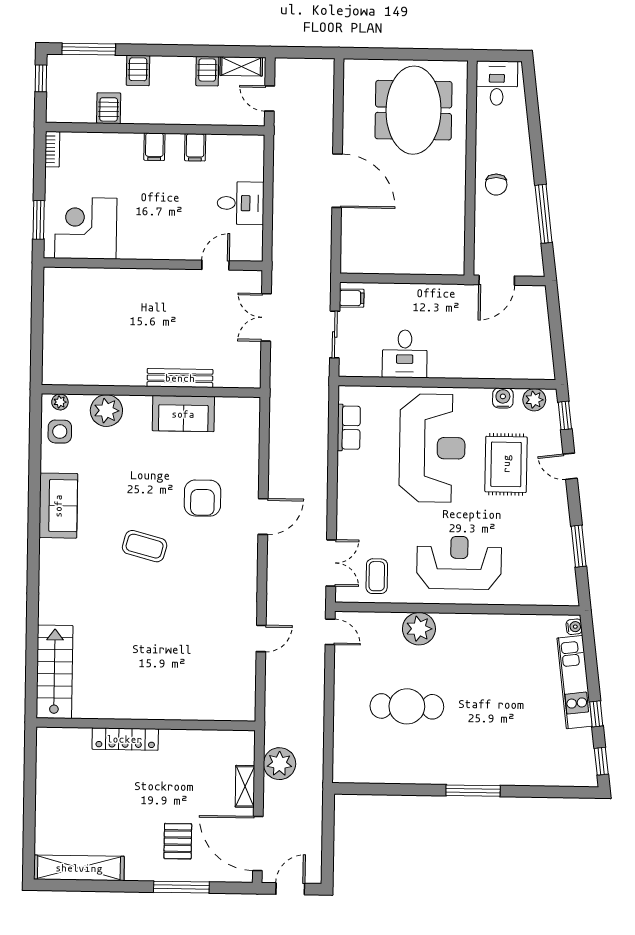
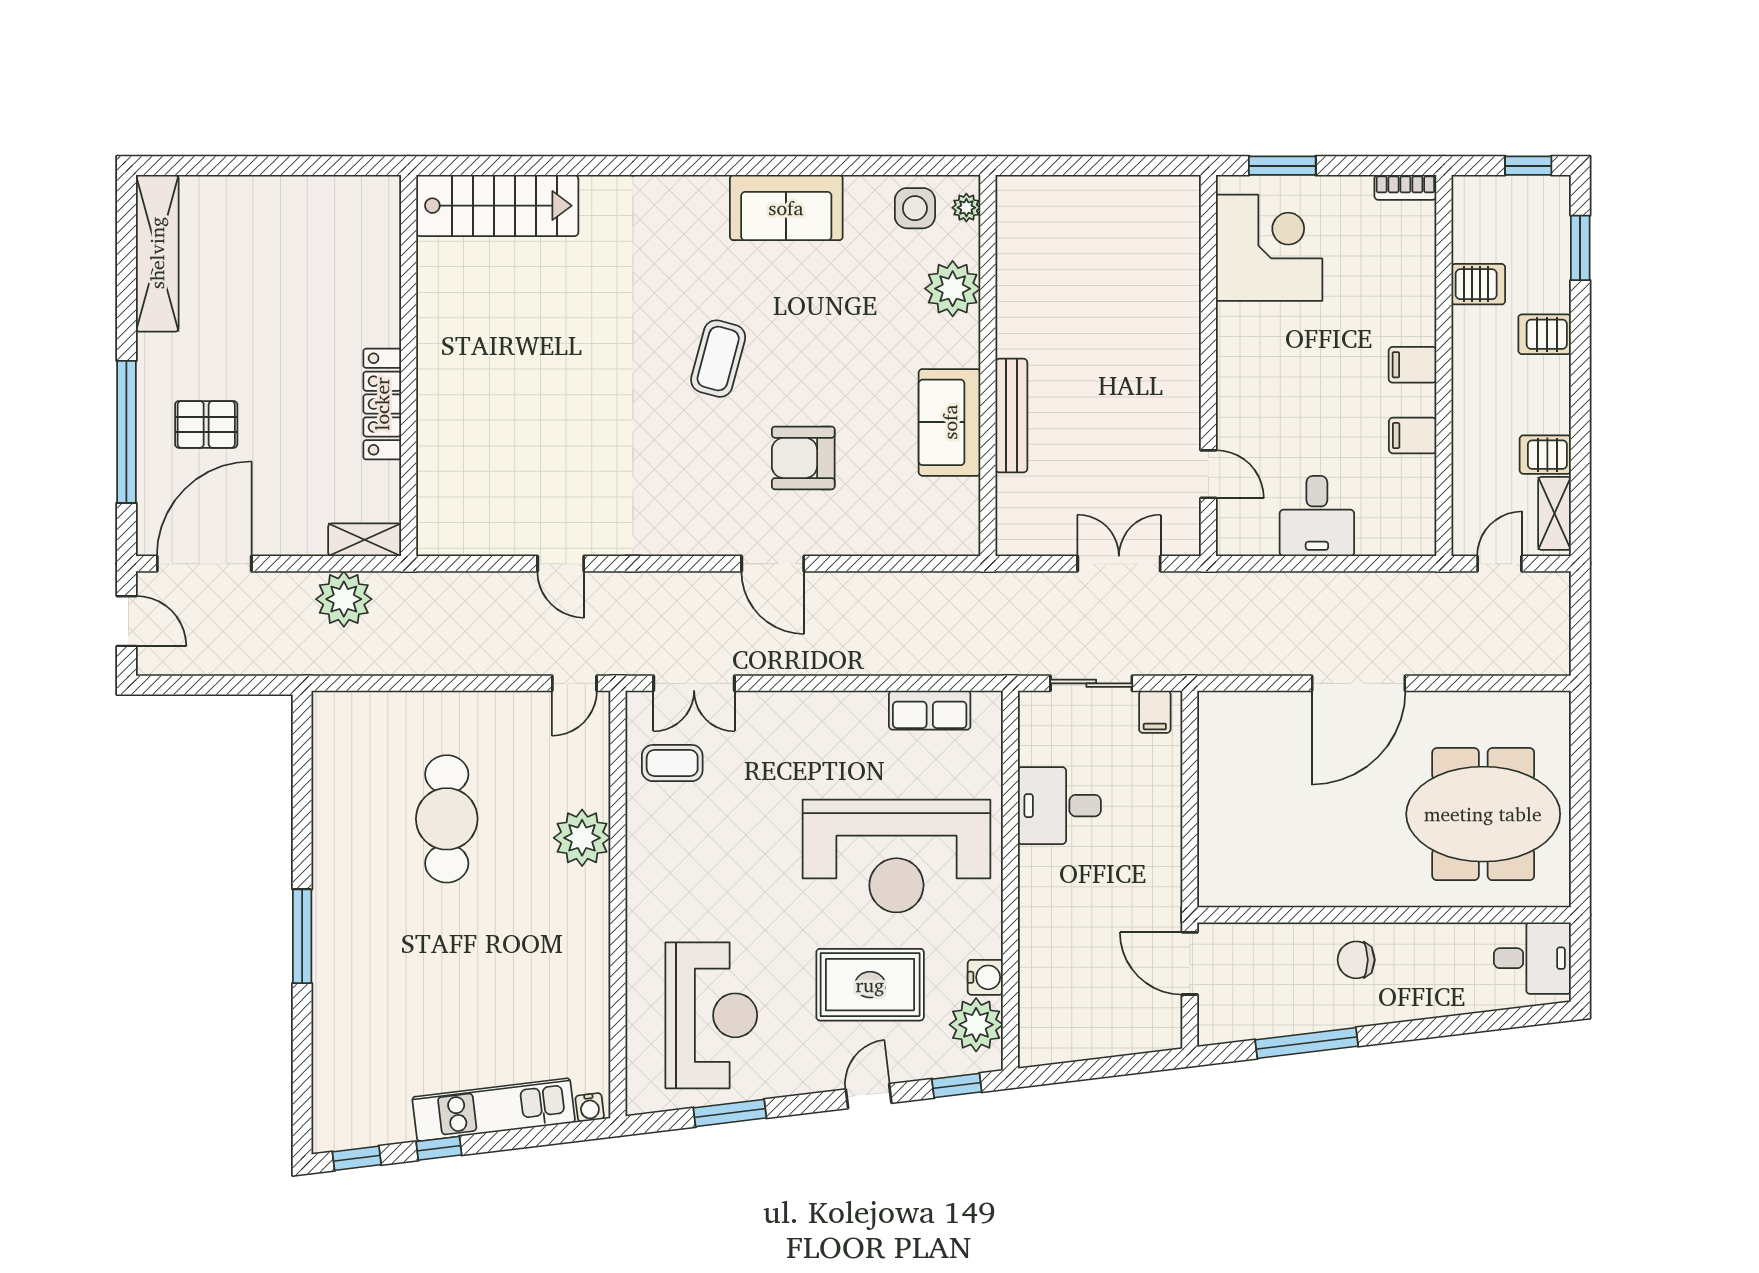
window: (89, 49) -> (1580, 248), width x0.69
plant: (534, 400) -> (976, 1025), width x1.36, depth x1.36
reception desk: (459, 563) -> (711, 1015), moved
locker: (125, 739) -> (382, 404), moved
shelving: (245, 786) -> (365, 540), moved
window: (181, 887) -> (126, 432), width x1.46

